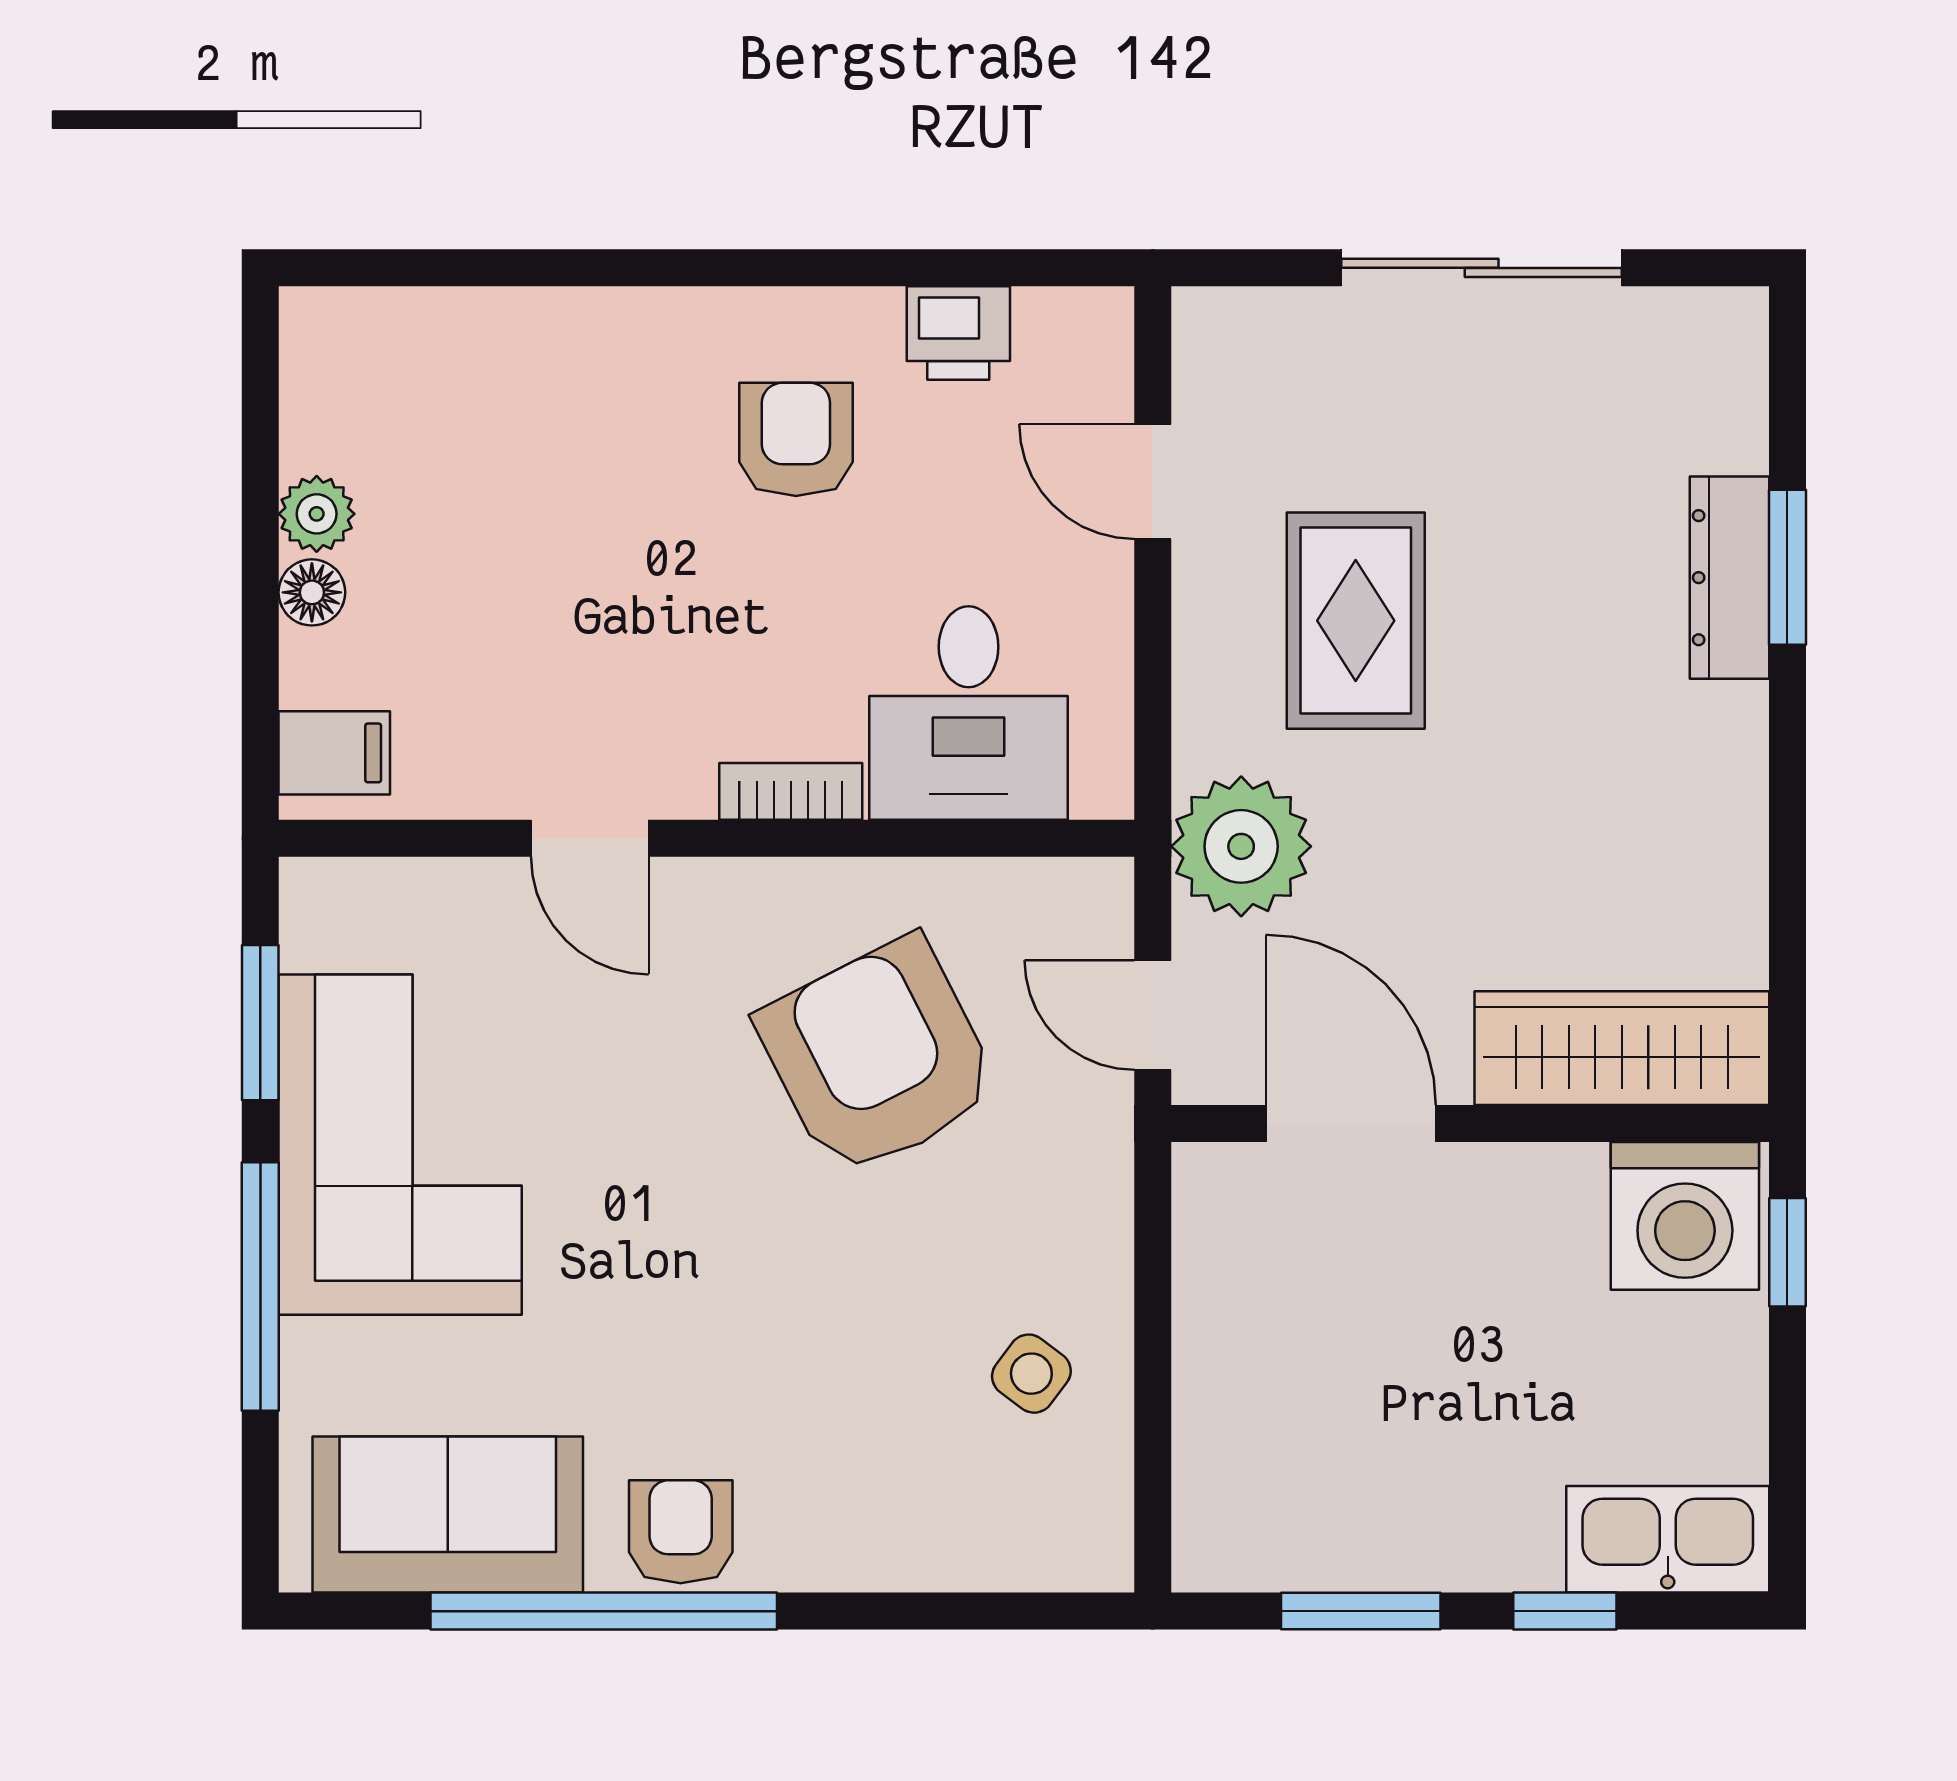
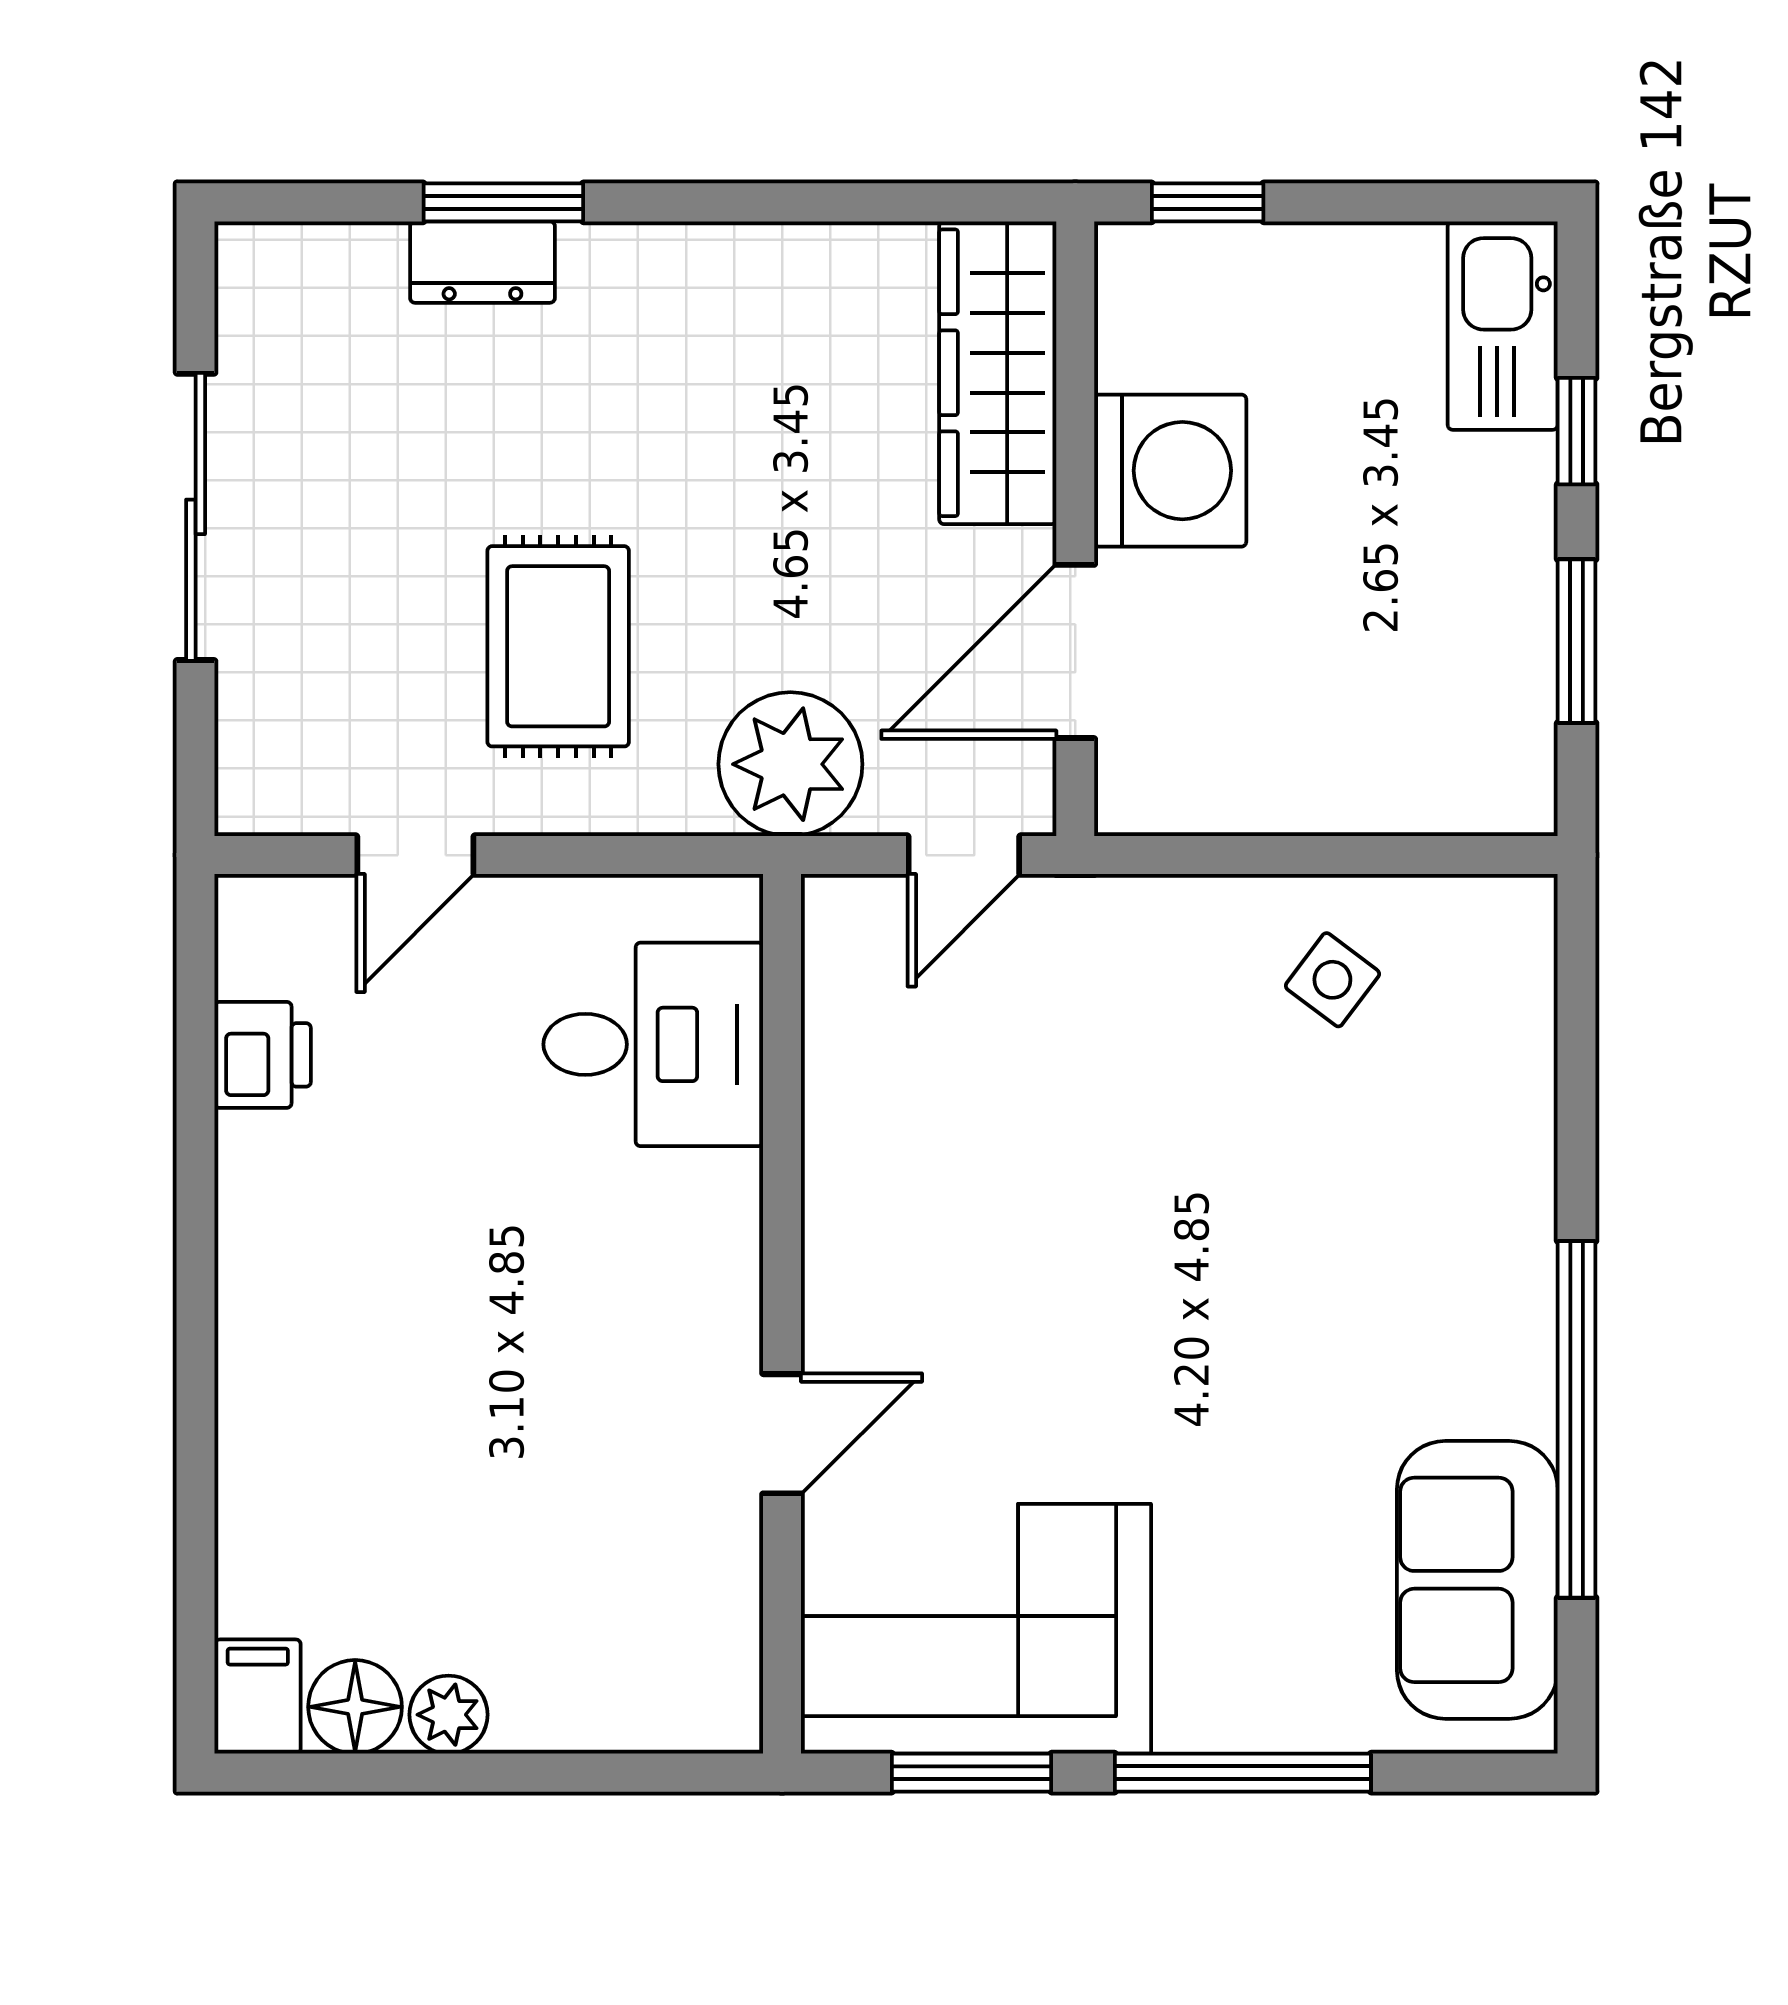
armchair: (796, 439) -> (372, 1222), removed
dresser: (1729, 578) -> (482, 262), width x0.70
floor lamp: (312, 592) -> (355, 1707), moved, width x1.37, depth x1.37
rug: (1356, 621) -> (558, 646), turned 90
filing cabinet: (334, 753) -> (258, 1697), moved
bookcase: (791, 791) -> (734, 1227), removed
armchair: (878, 1057) -> (1007, 1137), removed
corner sofa: (400, 1145) -> (976, 1629), moved
washing machine: (1685, 1216) -> (1170, 471), moved
armchair: (681, 1532) -> (1495, 1340), removed

